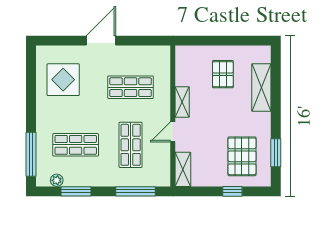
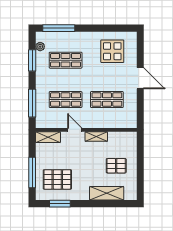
shop shelf: (131, 87) -> (107, 100), turned 90
shop shelf: (76, 145) -> (66, 60), turned 90
window: (232, 191) -> (32, 172), width x2.17

